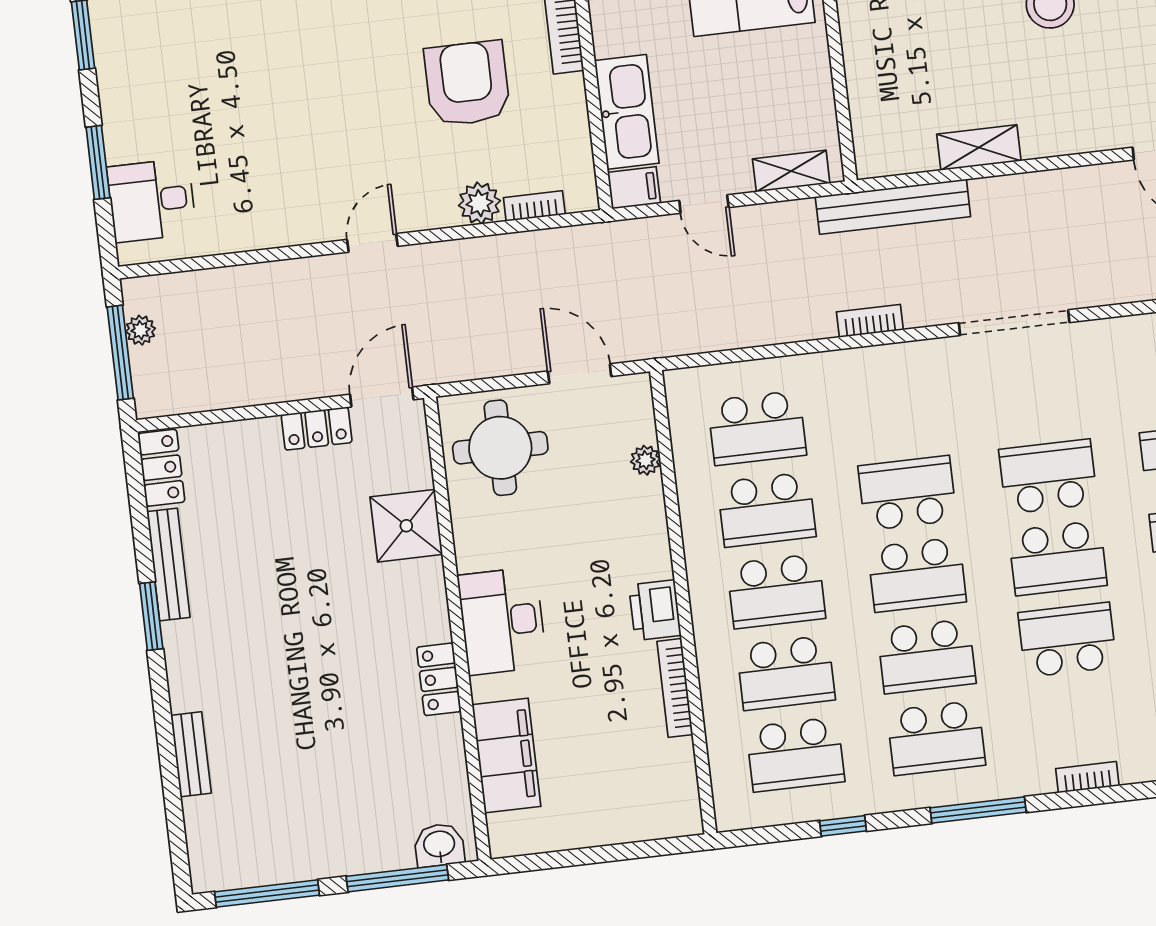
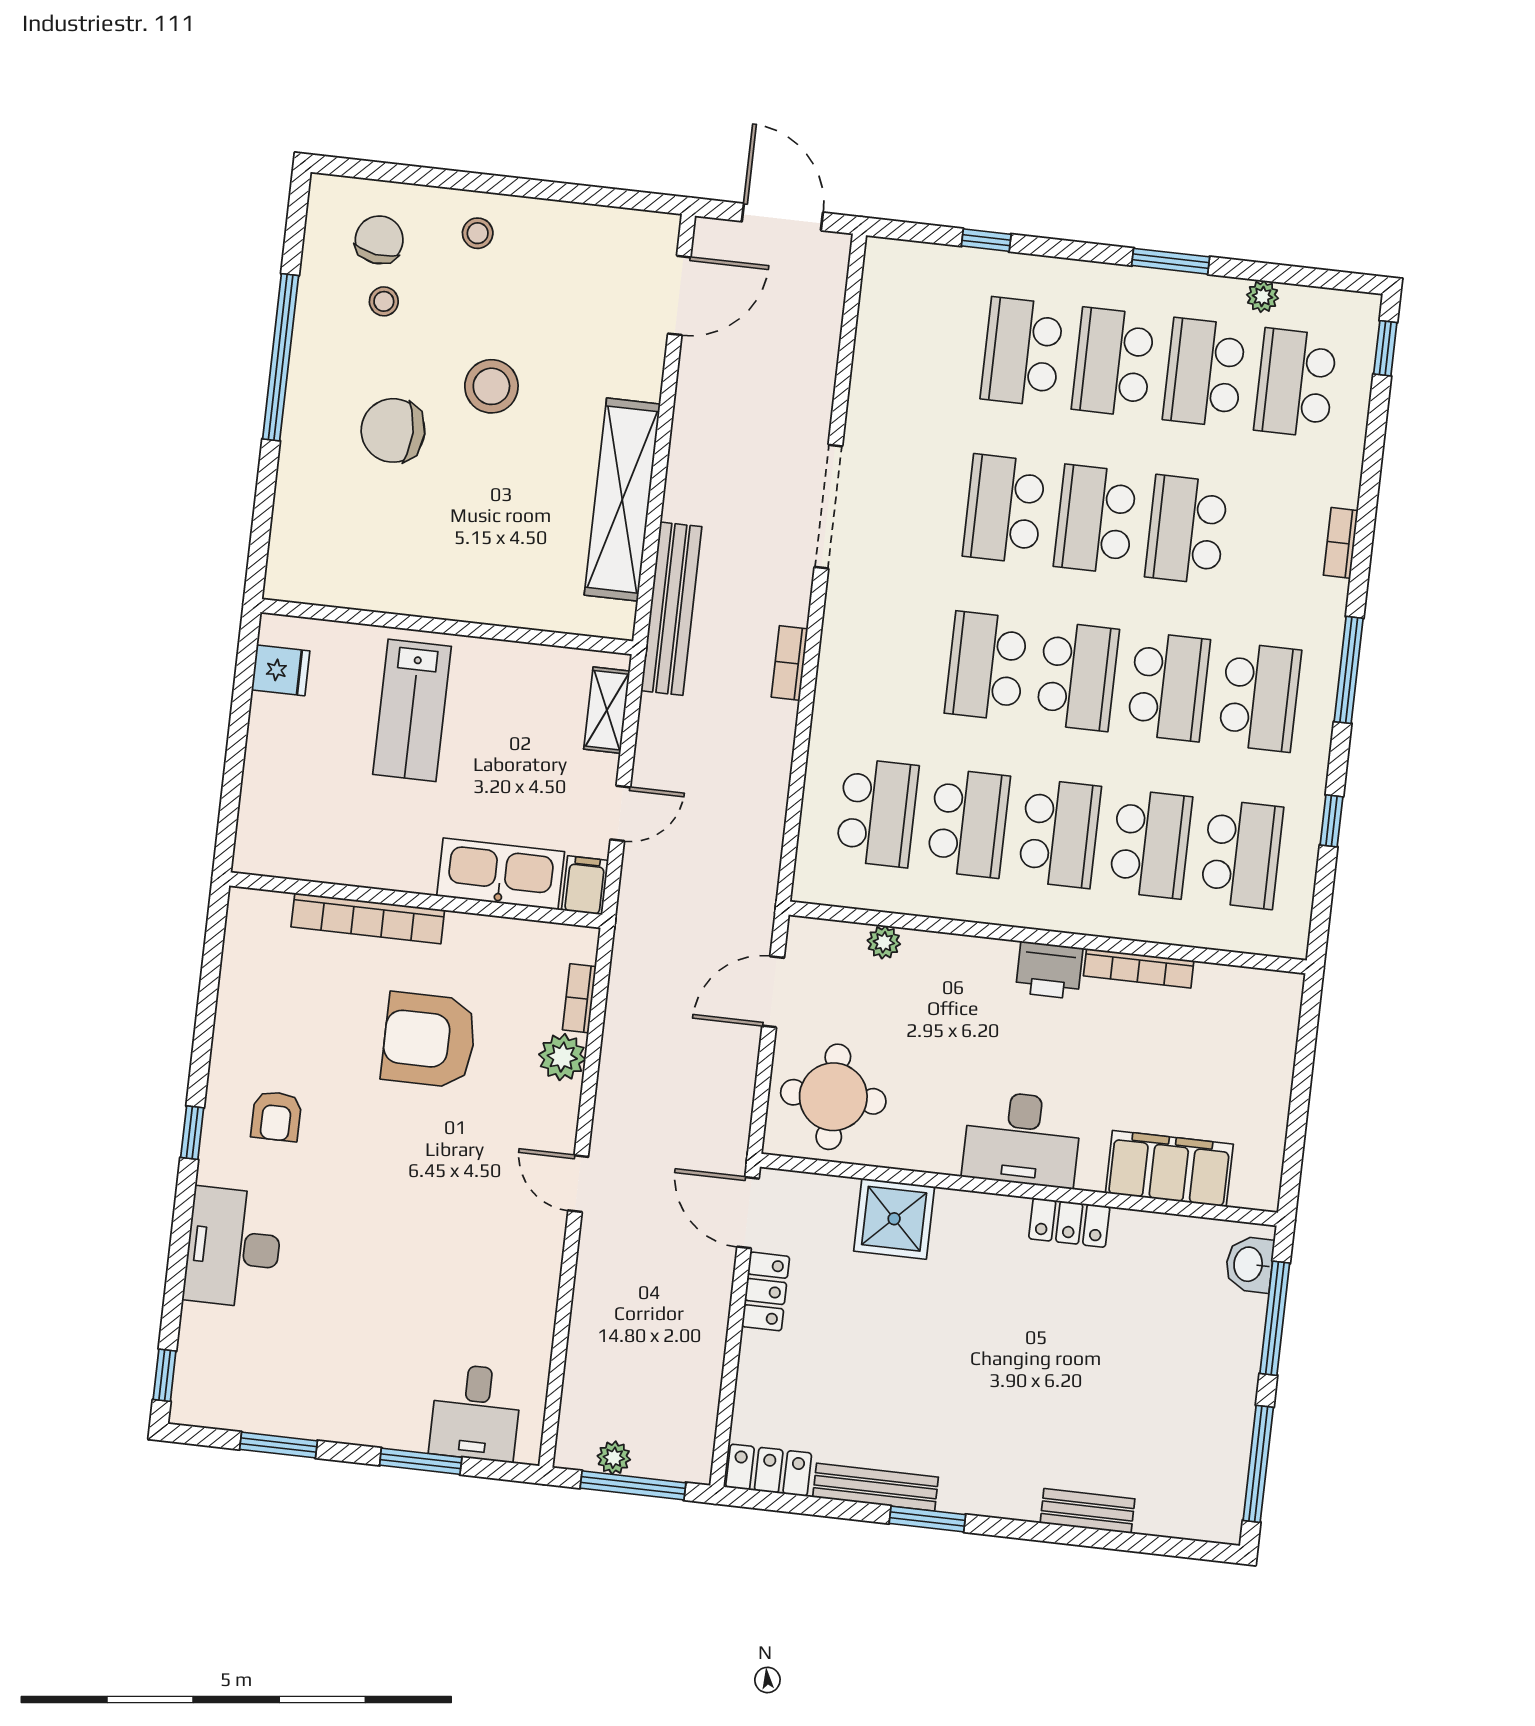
shelving: (979, 148) -> (622, 500), width x2.20, depth x1.33
school desk: (1058, 558) -> (1095, 519), turned 180

